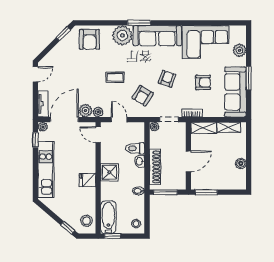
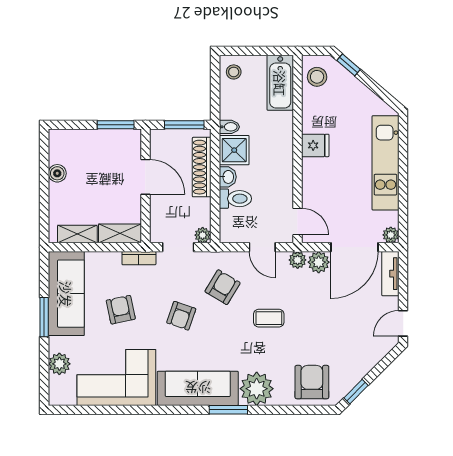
armchair: (203, 82) -> (121, 310), turned 78
window: (35, 140) -> (403, 213), removed
door: (188, 161) -> (145, 177), swing flipped
shower: (109, 172) -> (234, 150), moved
window: (113, 236) -> (273, 51), removed

